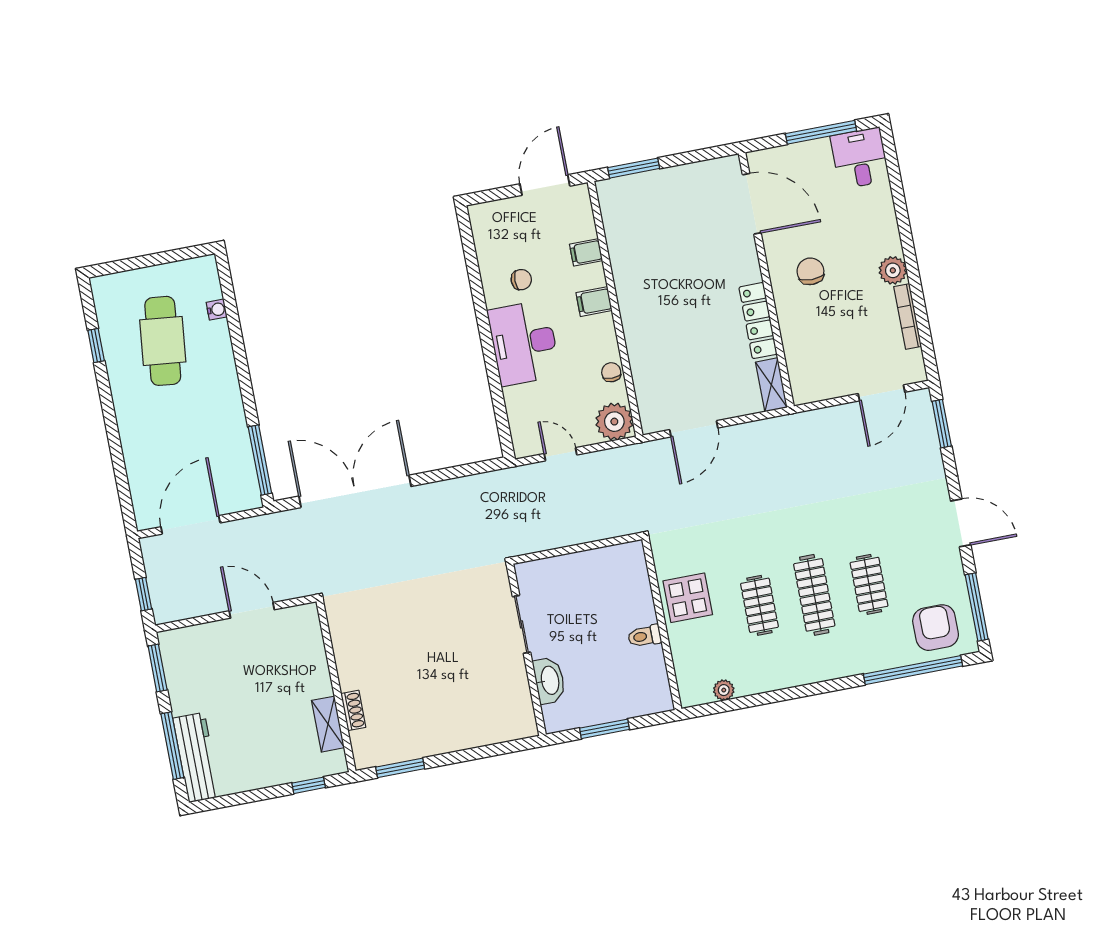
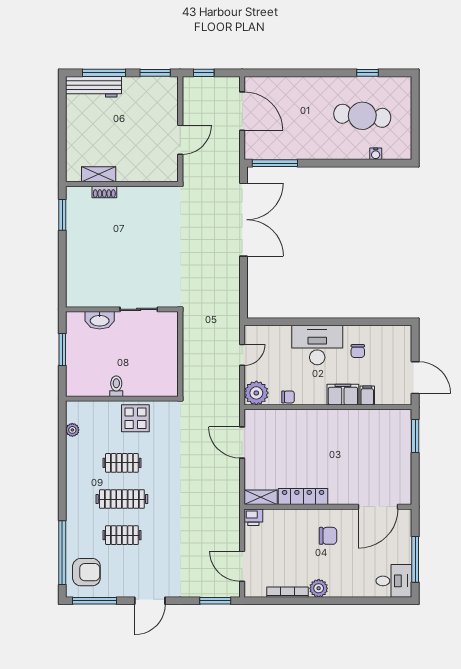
filing cabinet: (594, 302) -> (343, 395), width x2.00
printer: (804, 390) -> (253, 517), added
window: (309, 785) -> (62, 155), removed

